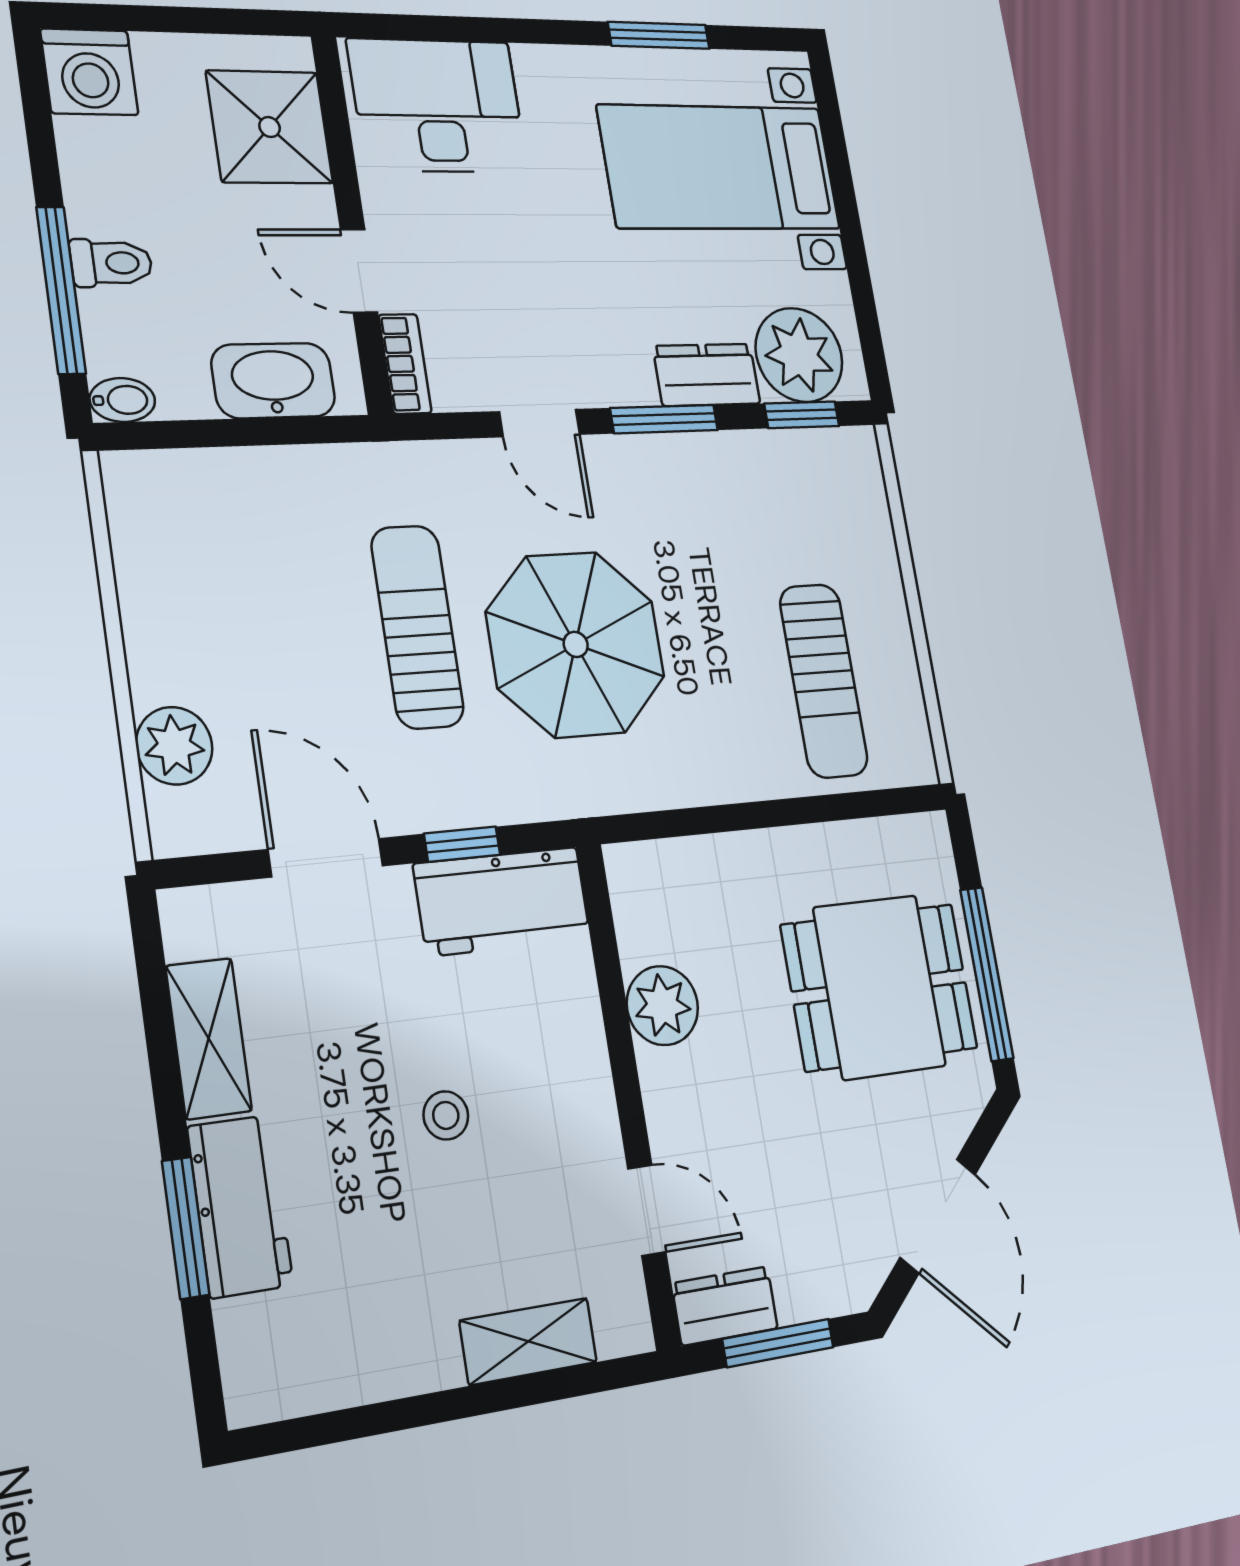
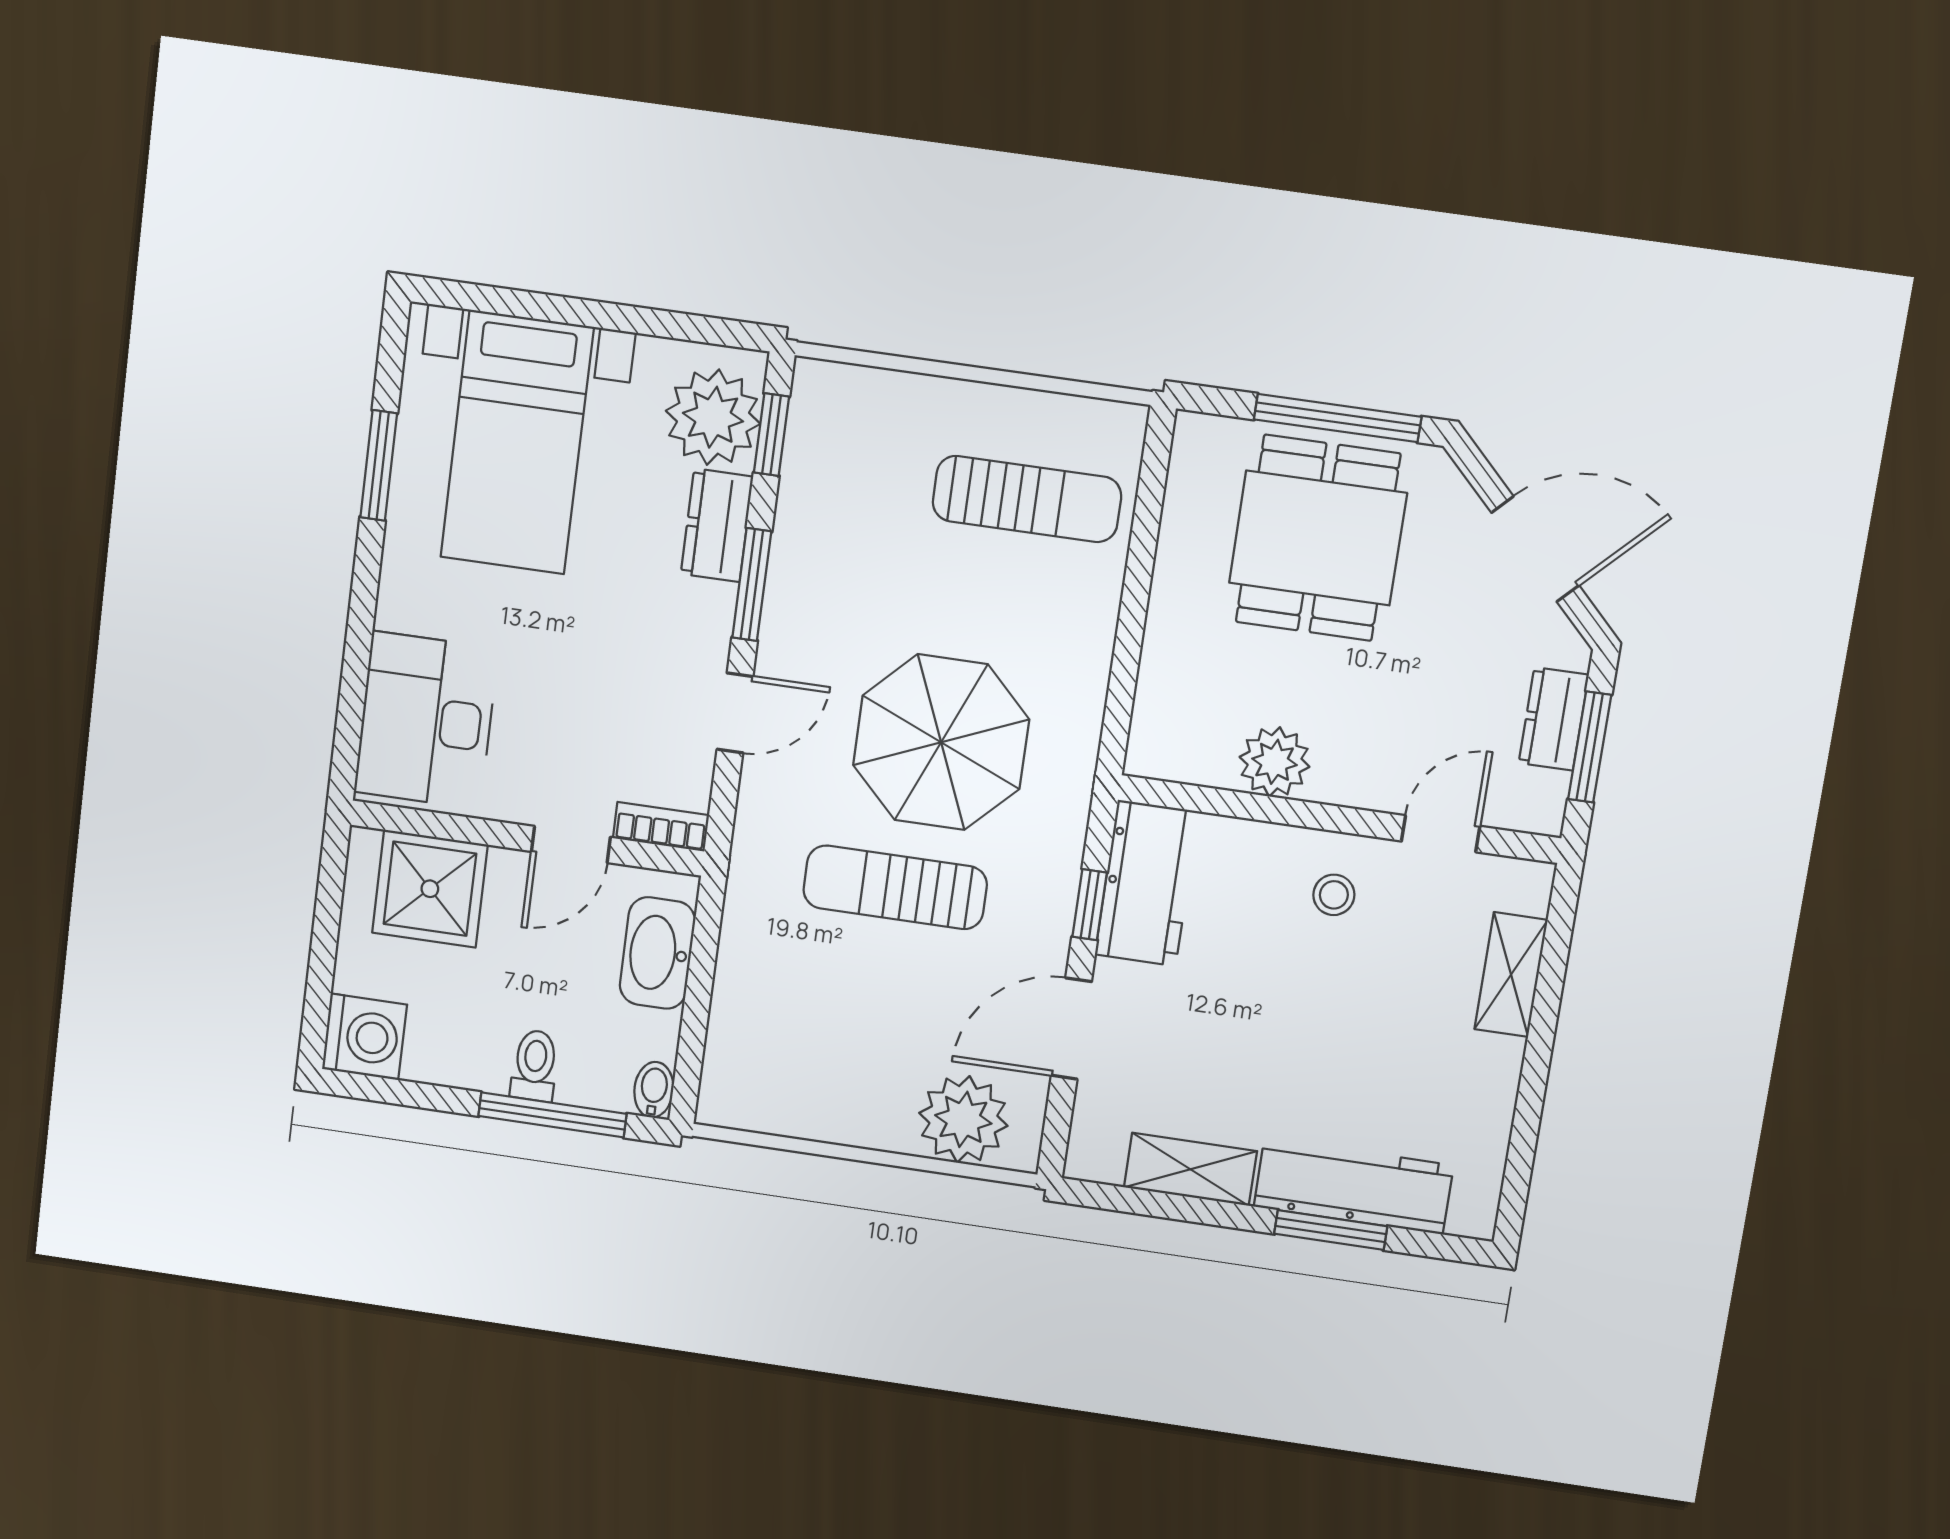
plant: (174, 746) -> (963, 1119), width x1.36, depth x1.36
stool: (446, 1115) -> (1334, 895), moved
workbench: (240, 1206) -> (1354, 1186), width x1.38
dresser: (725, 1306) -> (1554, 719), moved

